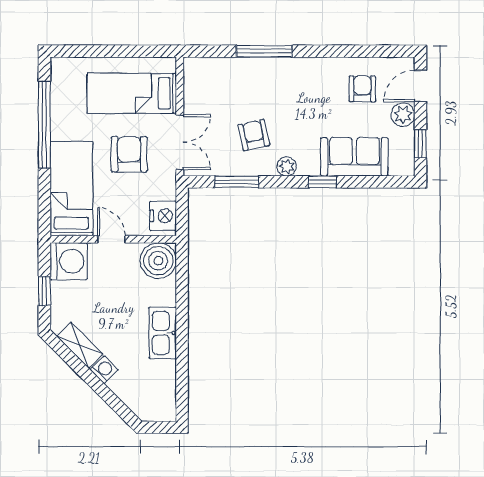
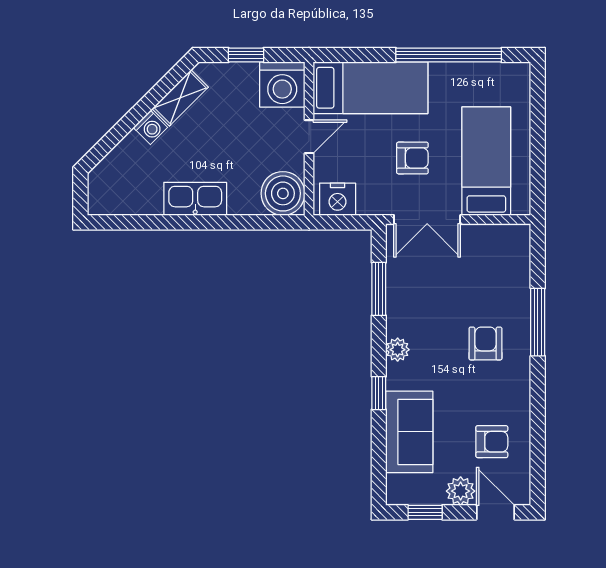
armchair: (254, 135) -> (485, 344), moved, turned -78
armchair: (129, 154) -> (412, 158), width x0.72, depth x0.72

